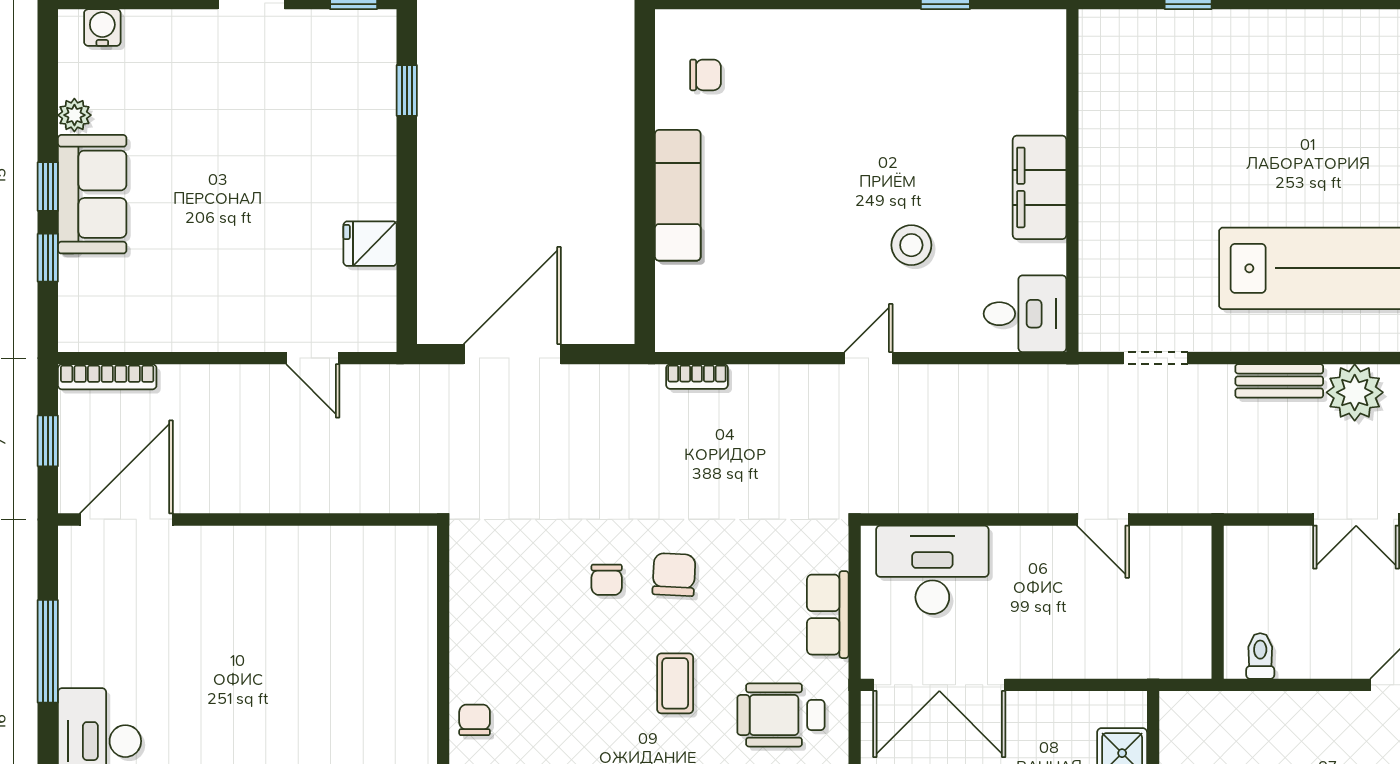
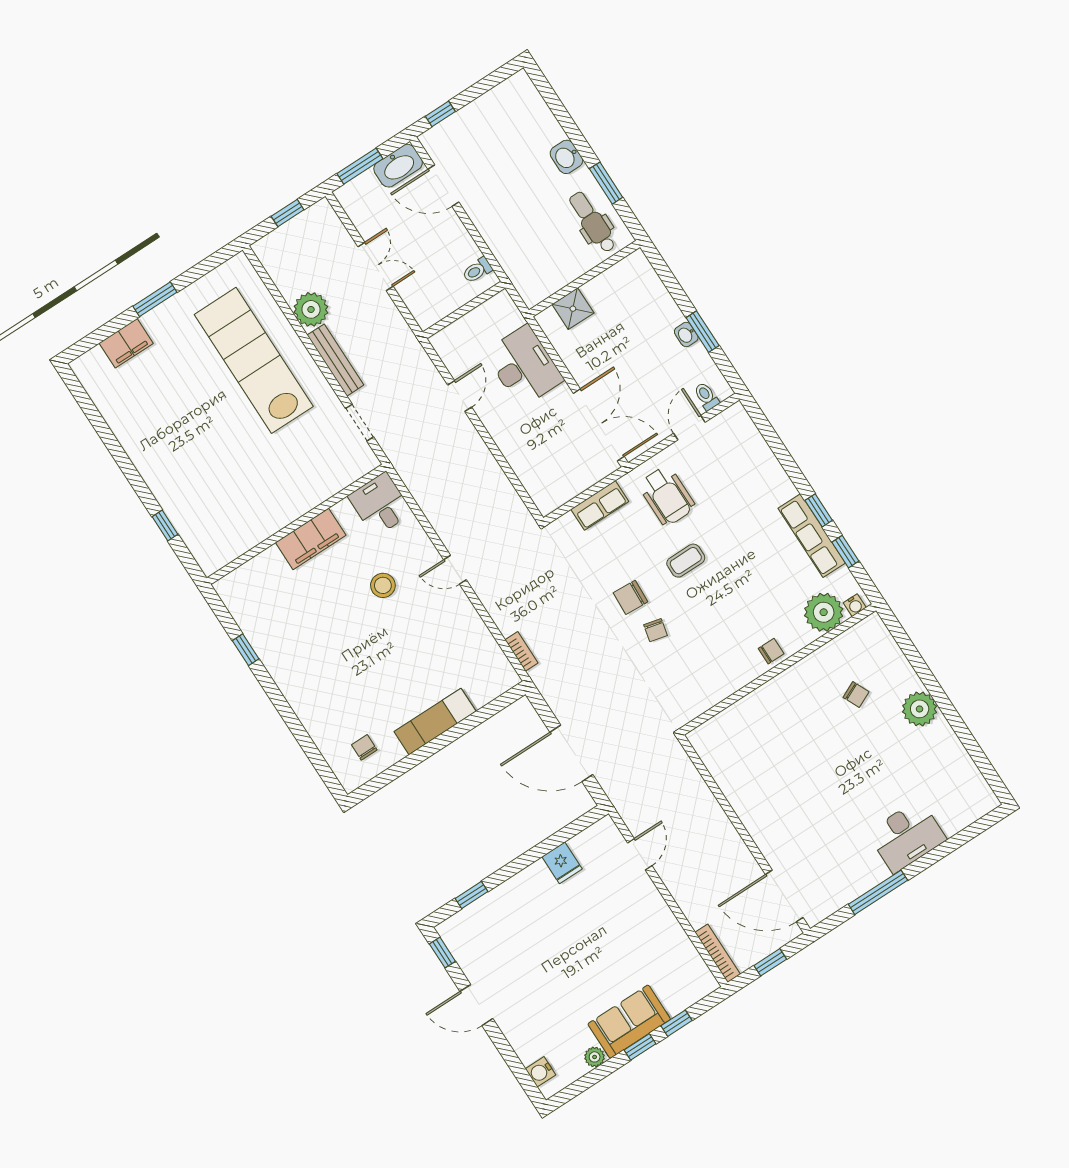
bench: (1279, 381) -> (335, 360), width x1.36
desk: (932, 570) -> (524, 366), moved, turned 180
chair: (607, 580) -> (655, 630), turned 103
chair: (475, 720) -> (771, 651), turned 180

